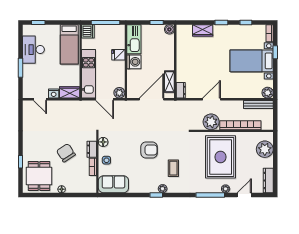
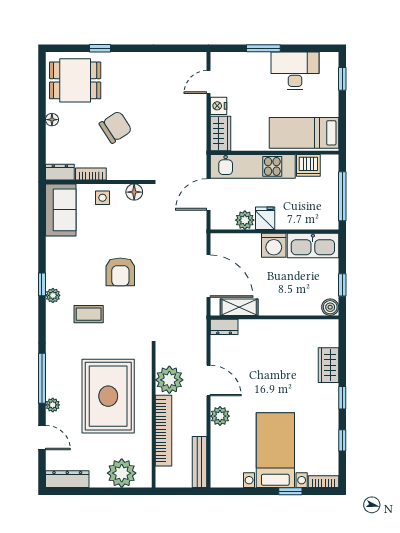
dishwasher: (88, 31) -> (308, 165), moved
fridge: (118, 55) -> (265, 218), moved
plant: (119, 93) -> (245, 220), moved
plant: (268, 93) -> (220, 416), moved
dresser: (92, 149) -> (60, 172), moved
rug: (221, 157) -> (108, 396), turned 90

